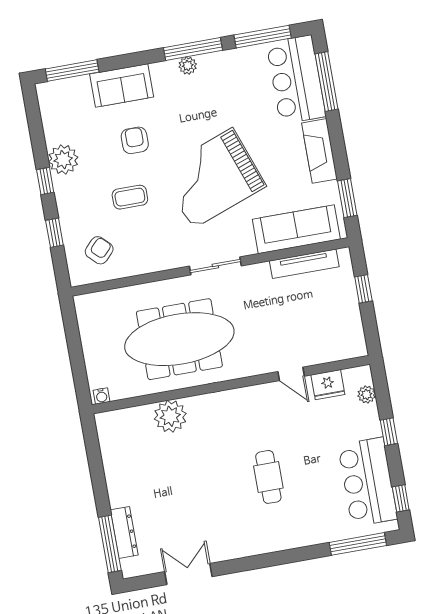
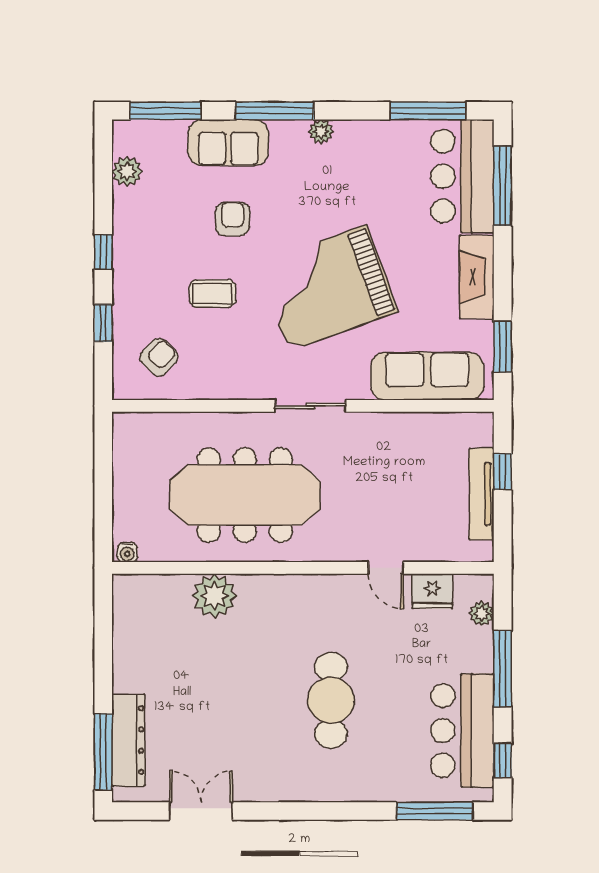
window: (193, 49) -> (275, 111), moved
plant: (63, 160) -> (127, 171), moved, width x0.73, depth x0.73
tv unit: (304, 264) -> (481, 494), moved, turned 90
window: (389, 432) -> (503, 669), width x2.17
cafe table: (268, 477) -> (331, 700), width x1.37, depth x1.35
dresser: (124, 532) -> (128, 740), width x1.37, depth x1.24

